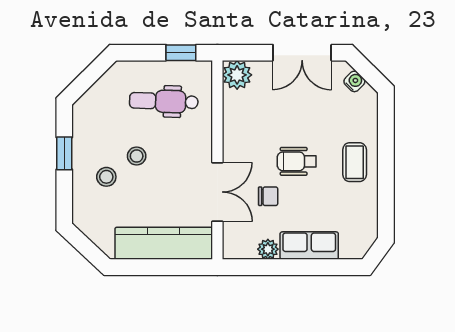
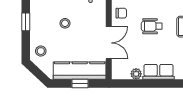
stool: (106, 177) -> (41, 51), moved
chair: (268, 196) -> (121, 13), moved
window: (164, 267) -> (80, 83), added

